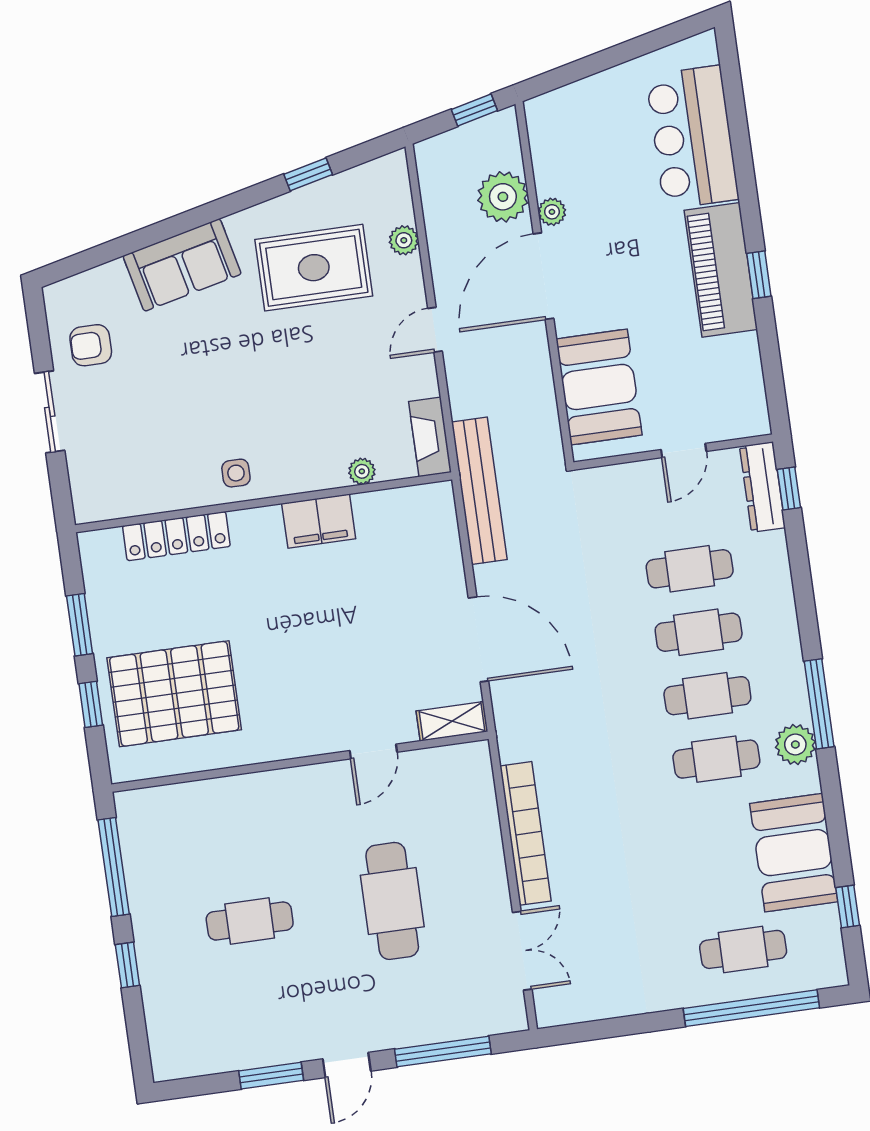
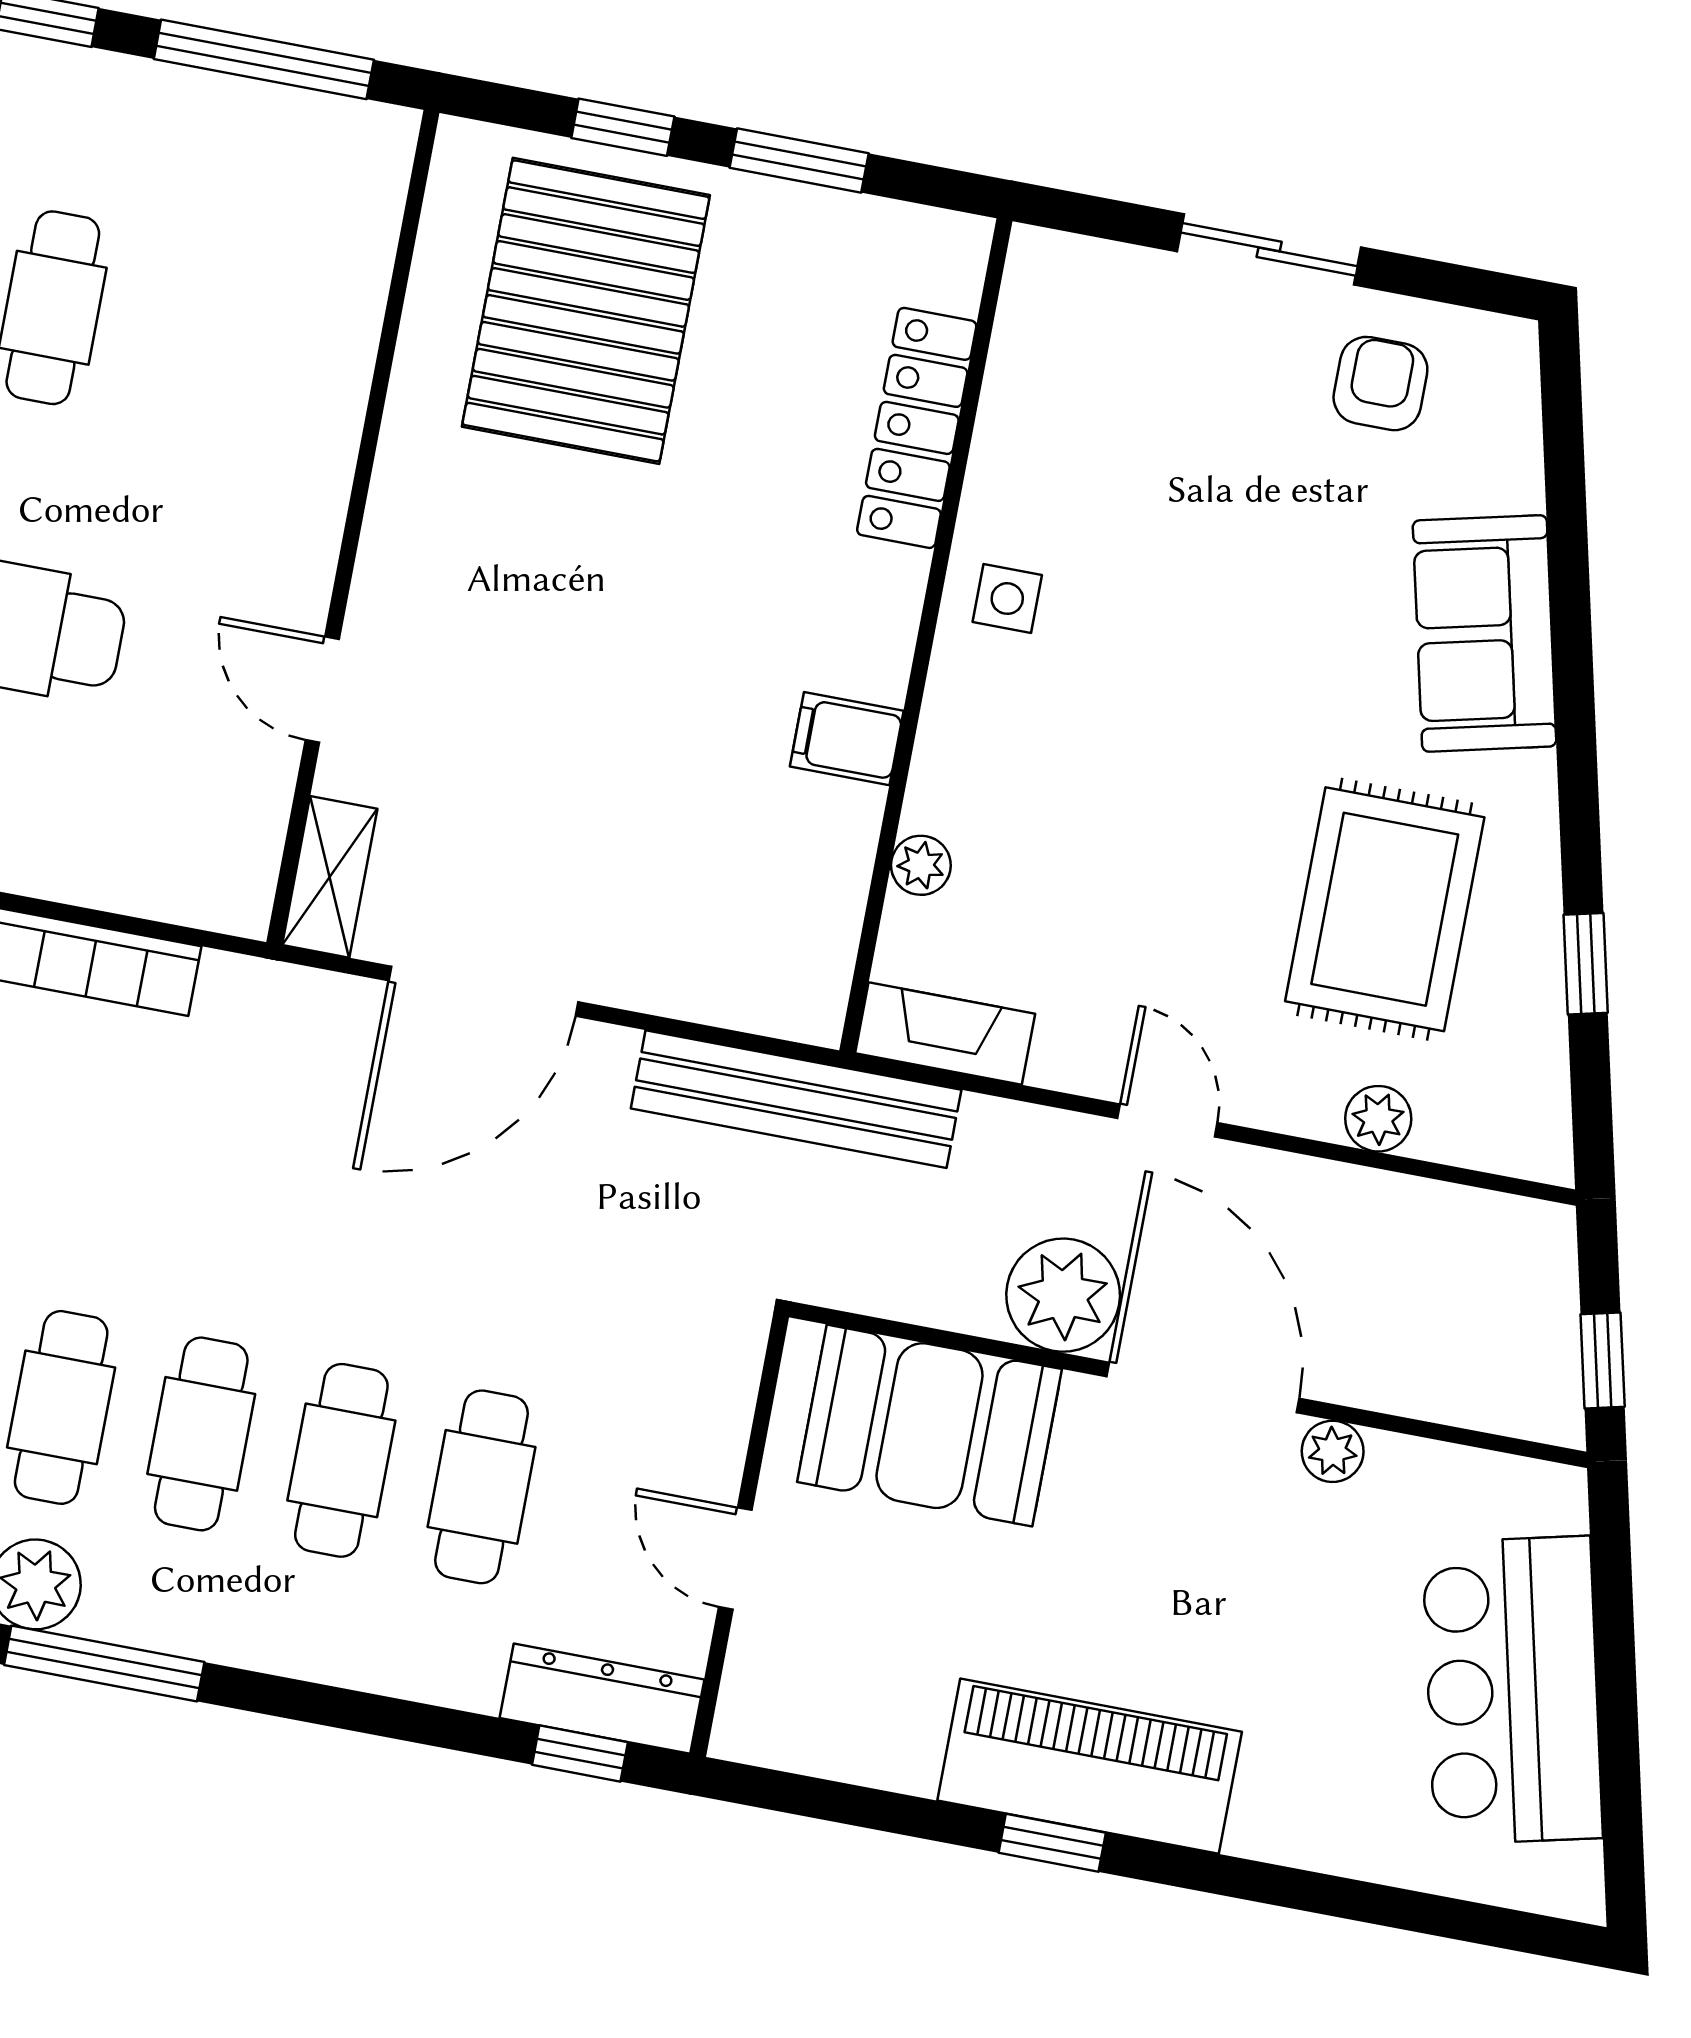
bar counter: (692, 137) -> (1512, 1690), moved, turned -103
plant: (503, 197) -> (1063, 1295), moved
filing cabinet: (319, 521) -> (847, 739), width x0.50

